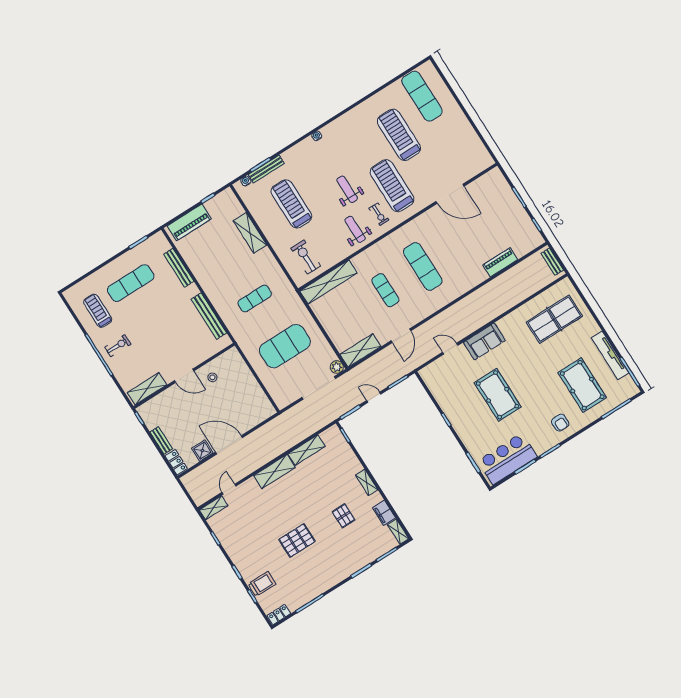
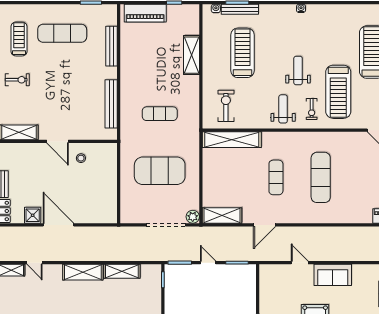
treadmill: (392, 186) -> (338, 92), turned 180
door: (229, 489) -> (34, 263), swing flipped

